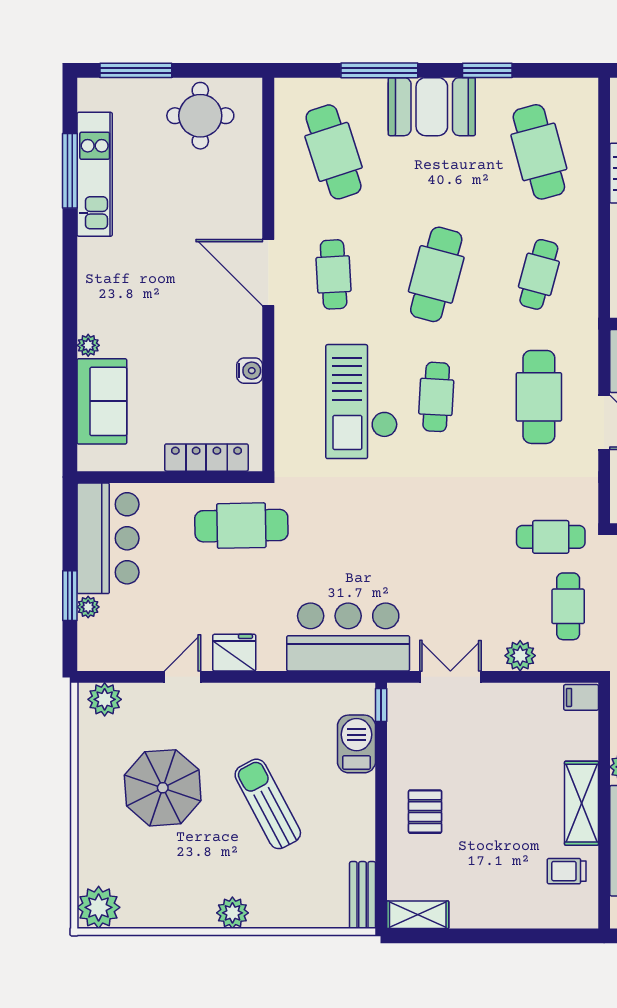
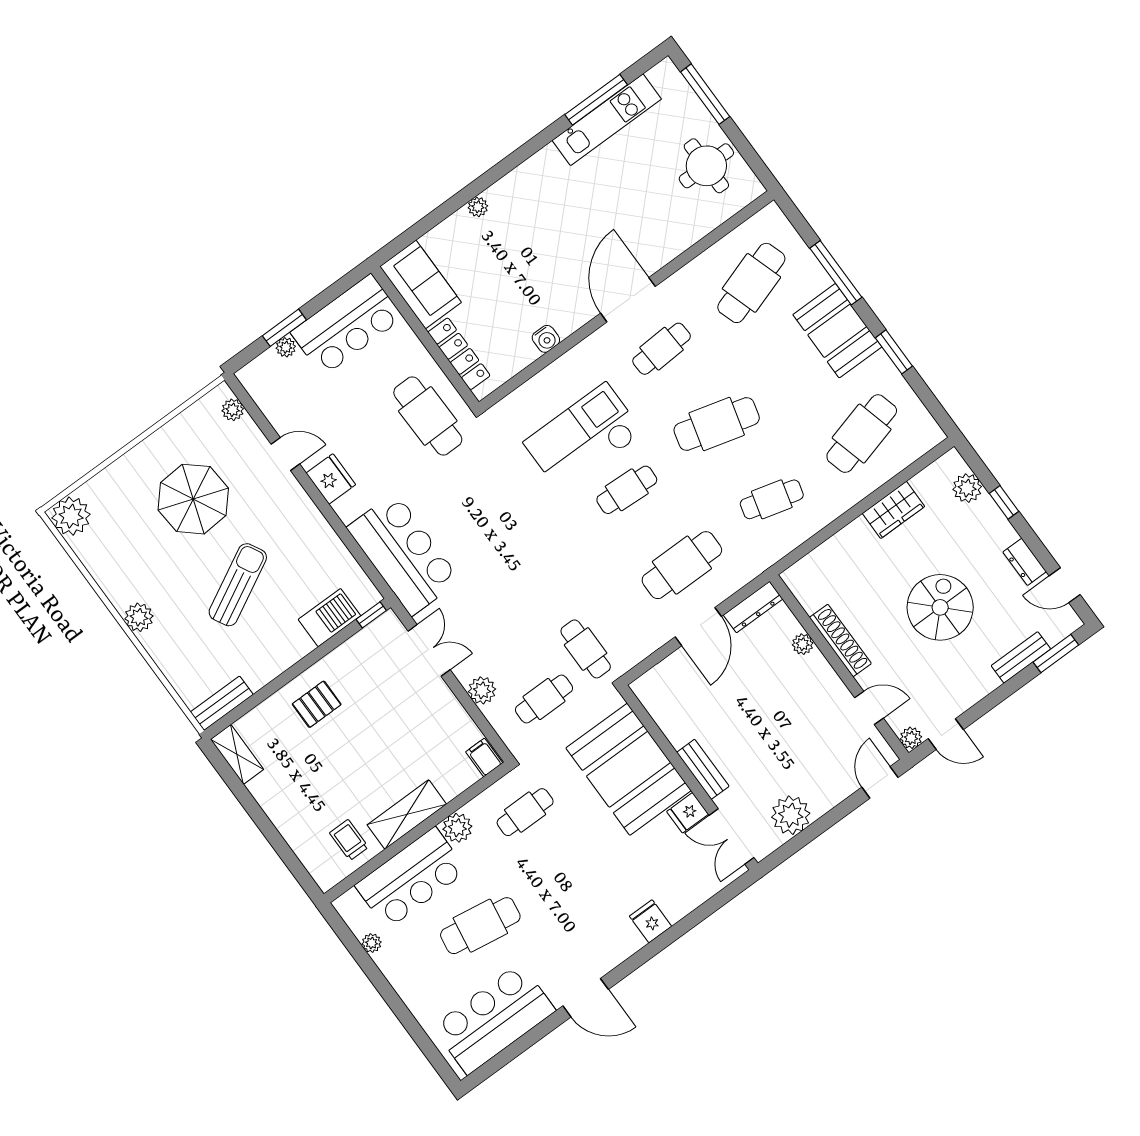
sofa: (102, 401) -> (421, 284), moved, turned -90
plant: (105, 699) -> (233, 410), width x0.73, depth x0.73

